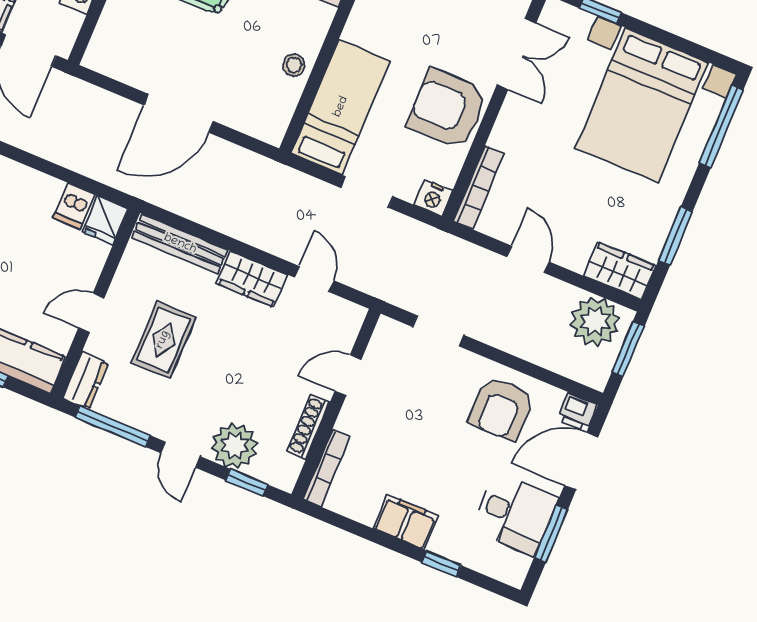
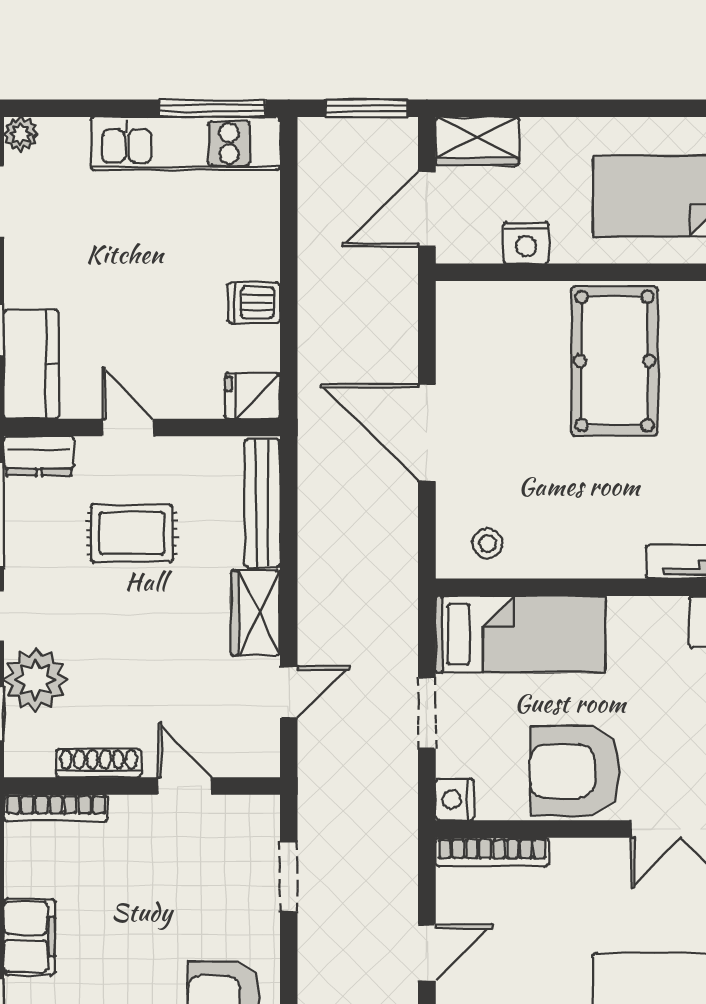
stool: (294, 65) -> (488, 543), moved
armchair: (448, 109) -> (575, 771), turned -90
dishwasher: (74, 206) -> (254, 303), moved

